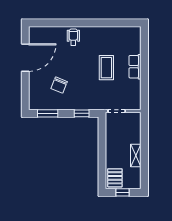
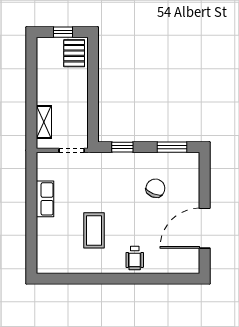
row of seats: (135, 67) -> (45, 199), moved
coffee table: (106, 68) -> (94, 230), moved
shelving: (136, 155) -> (44, 122), moved

